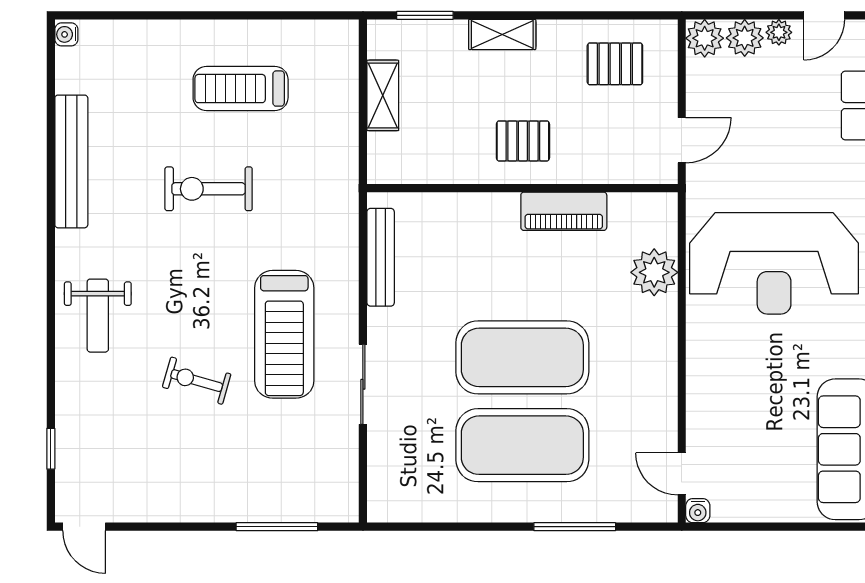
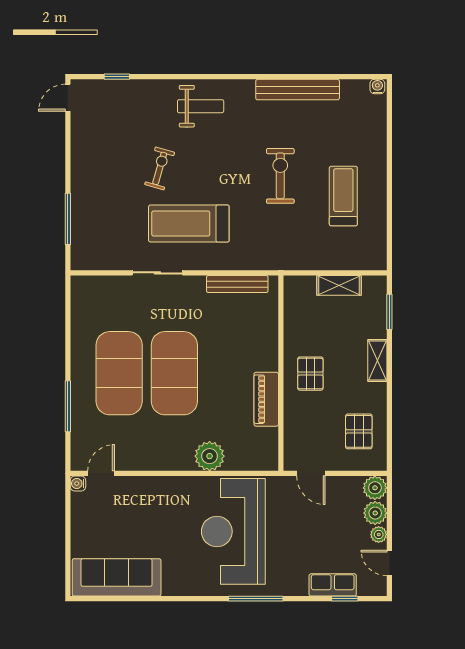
plant: (654, 272) -> (210, 456), moved
weight bench: (98, 316) -> (201, 106), turned 180

